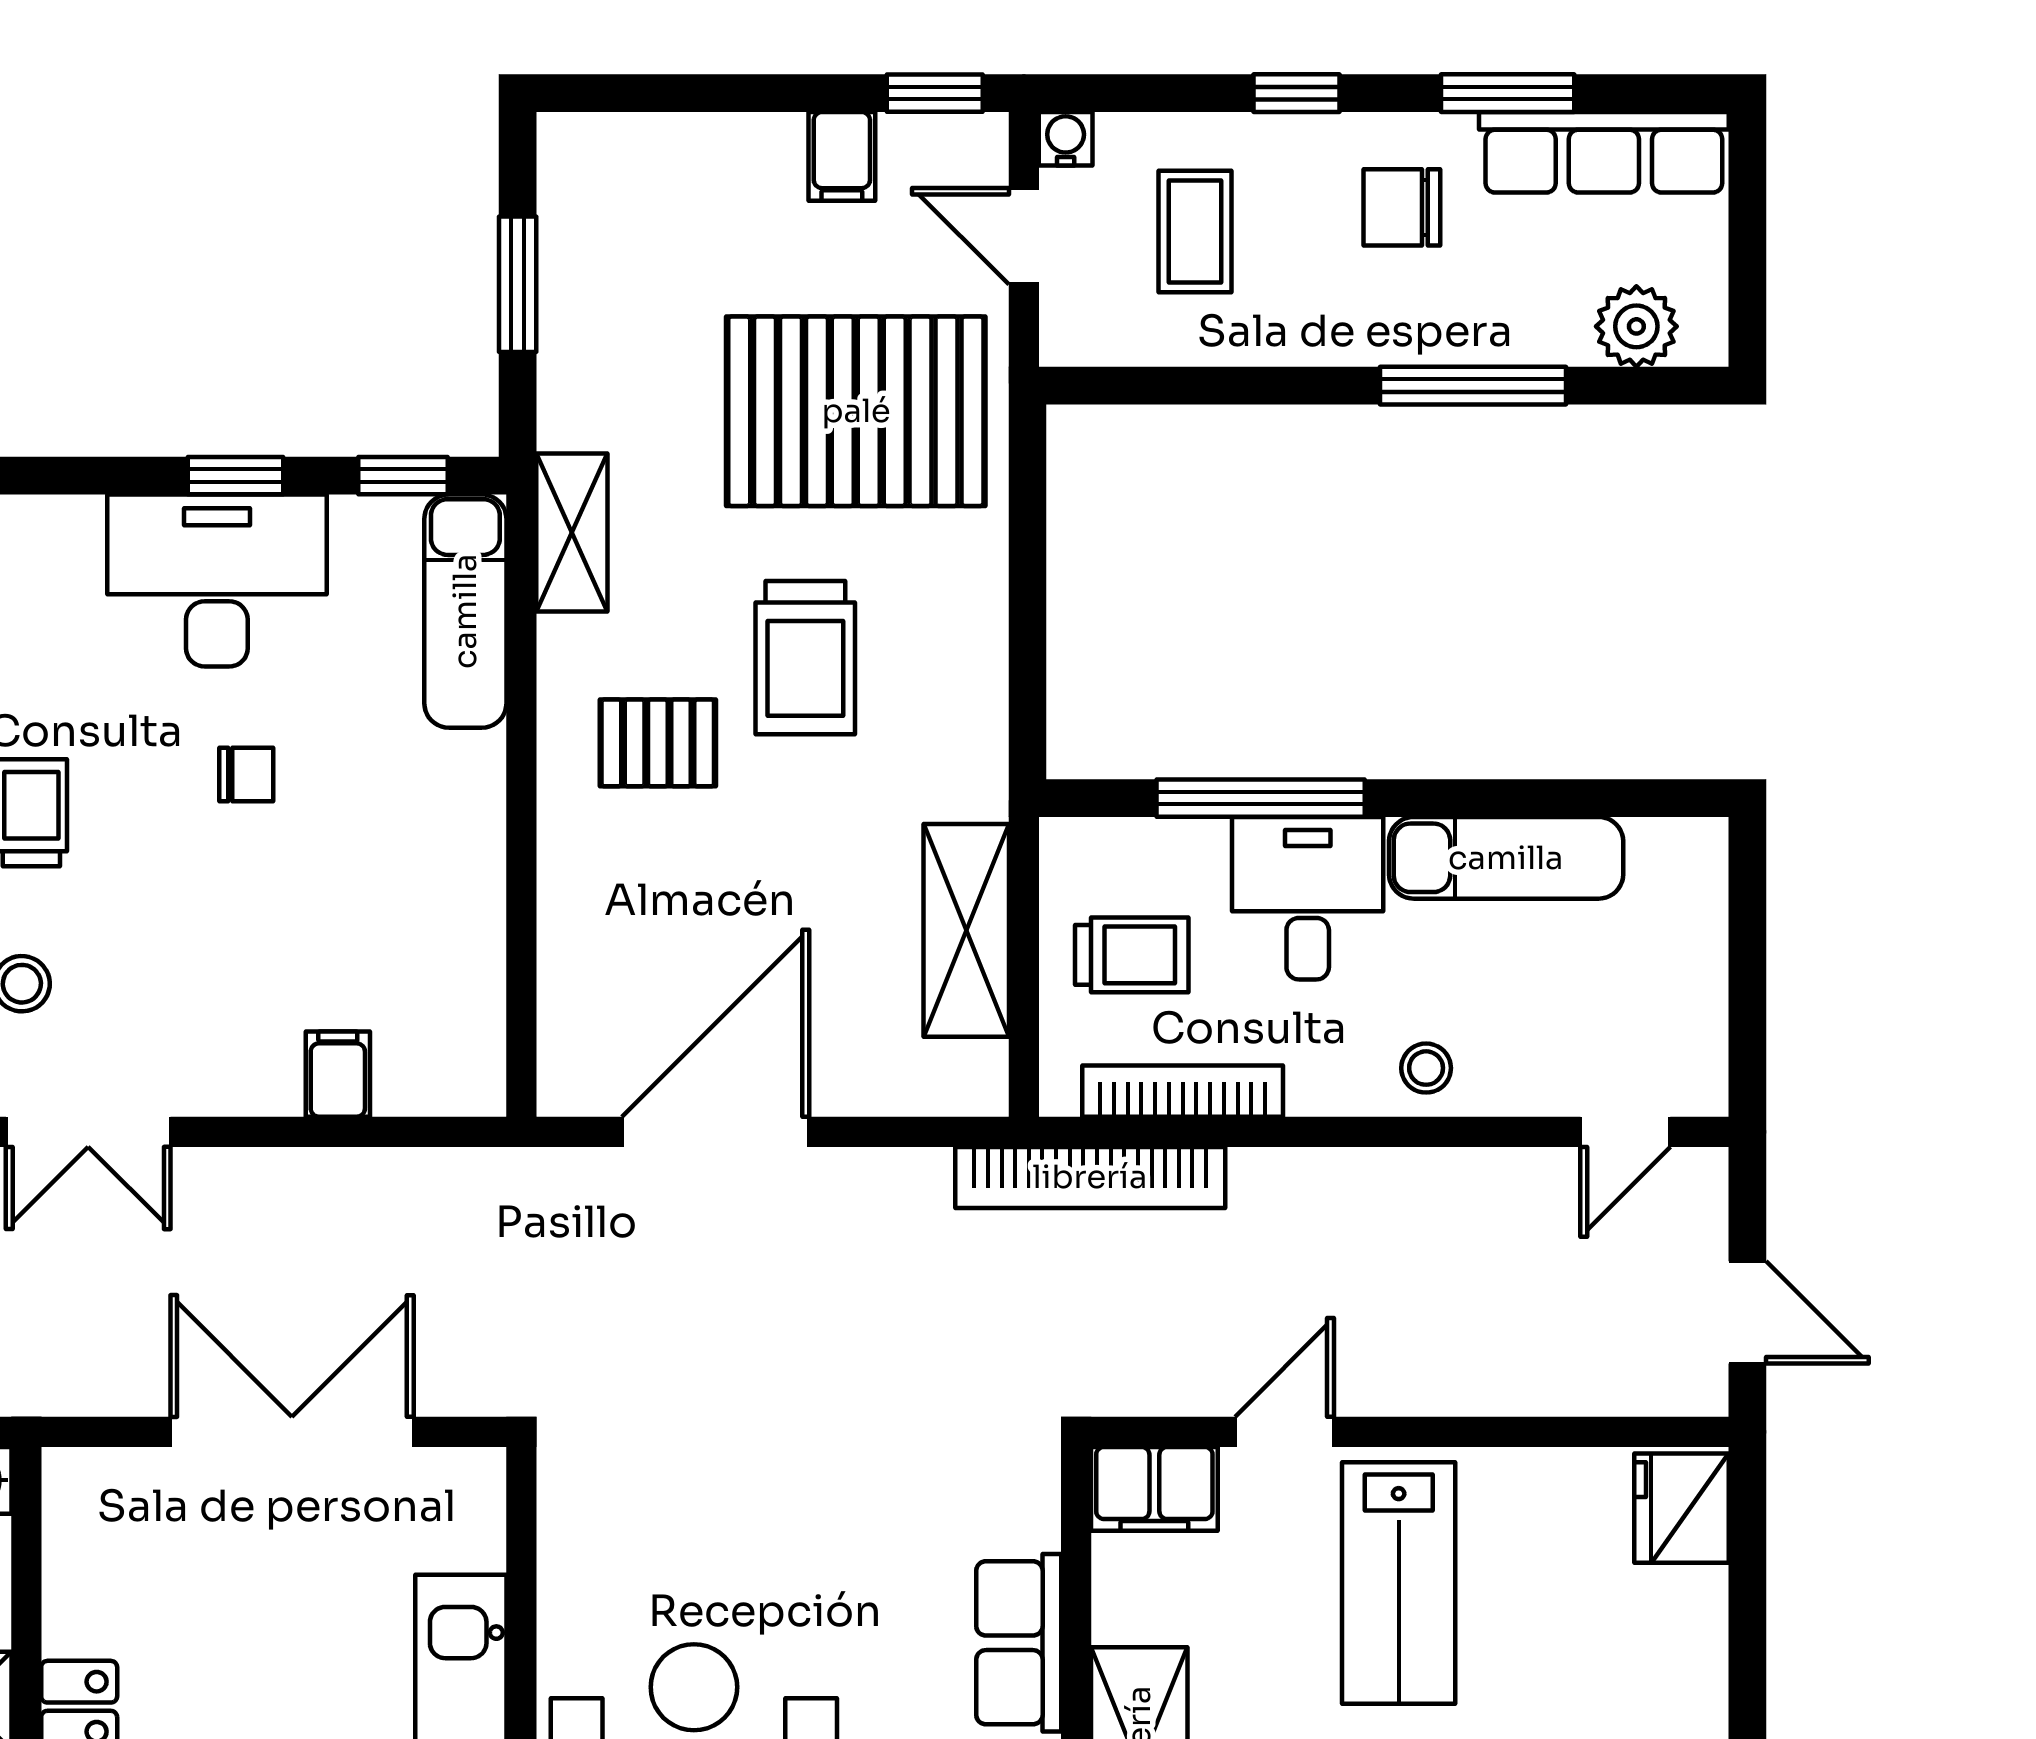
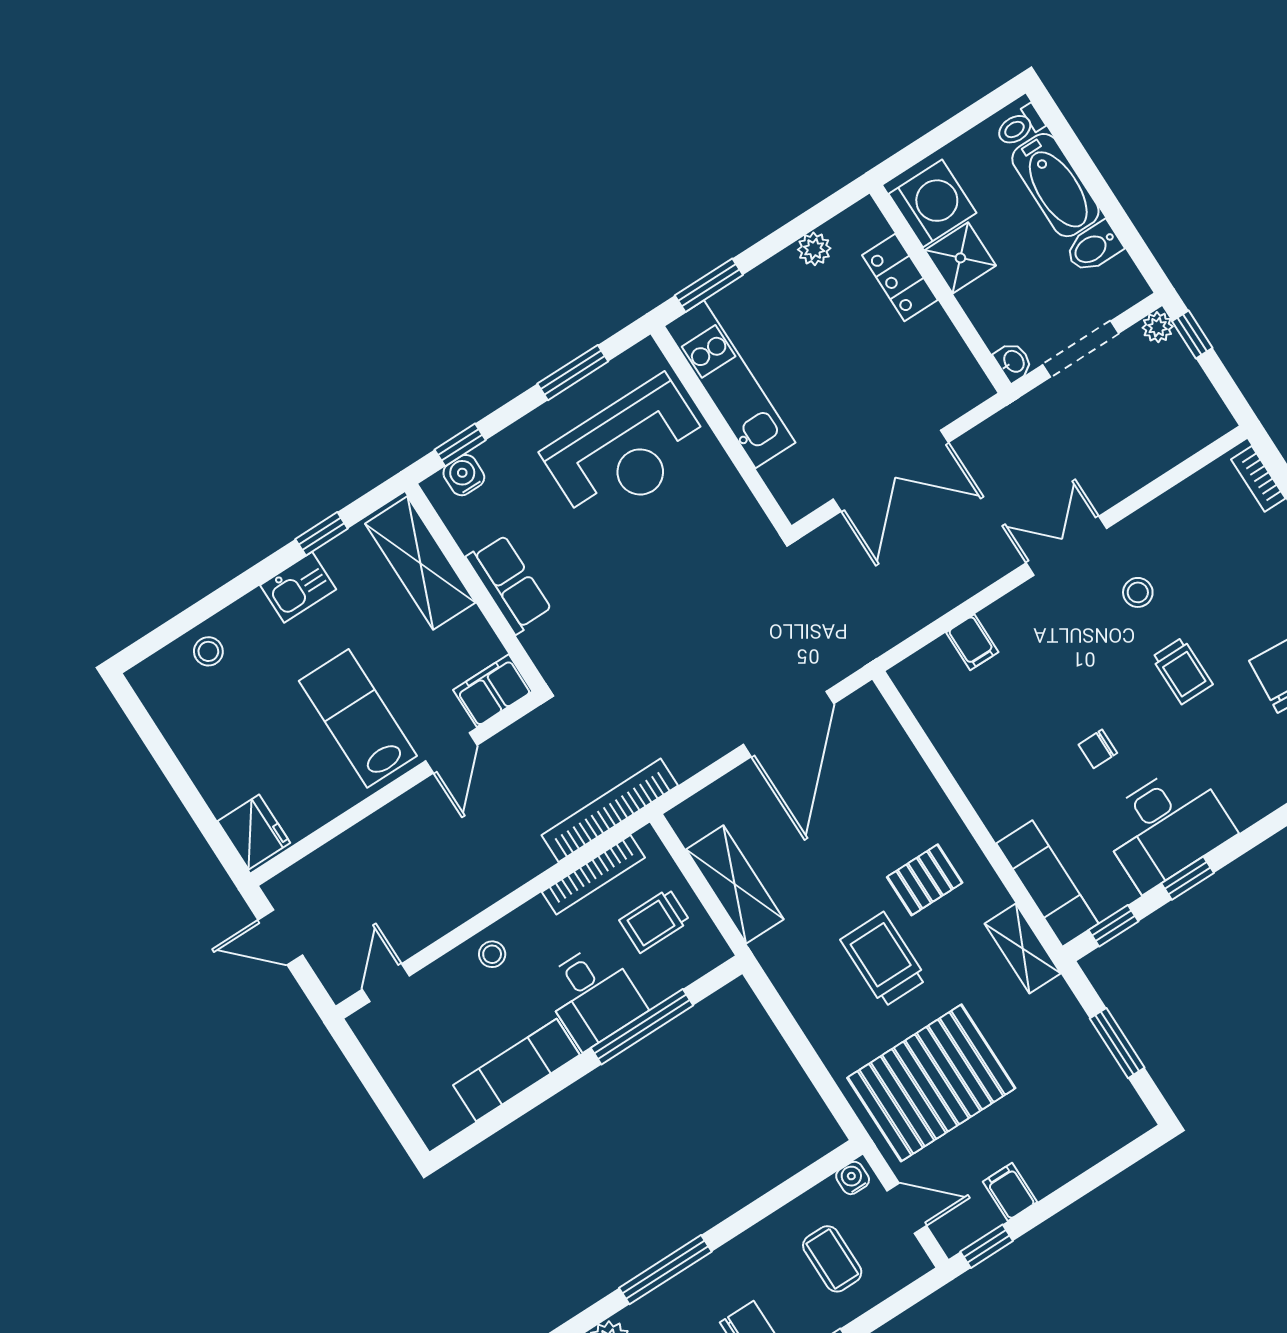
water cooler: (1066, 139) -> (853, 1178), moved, turned 180

